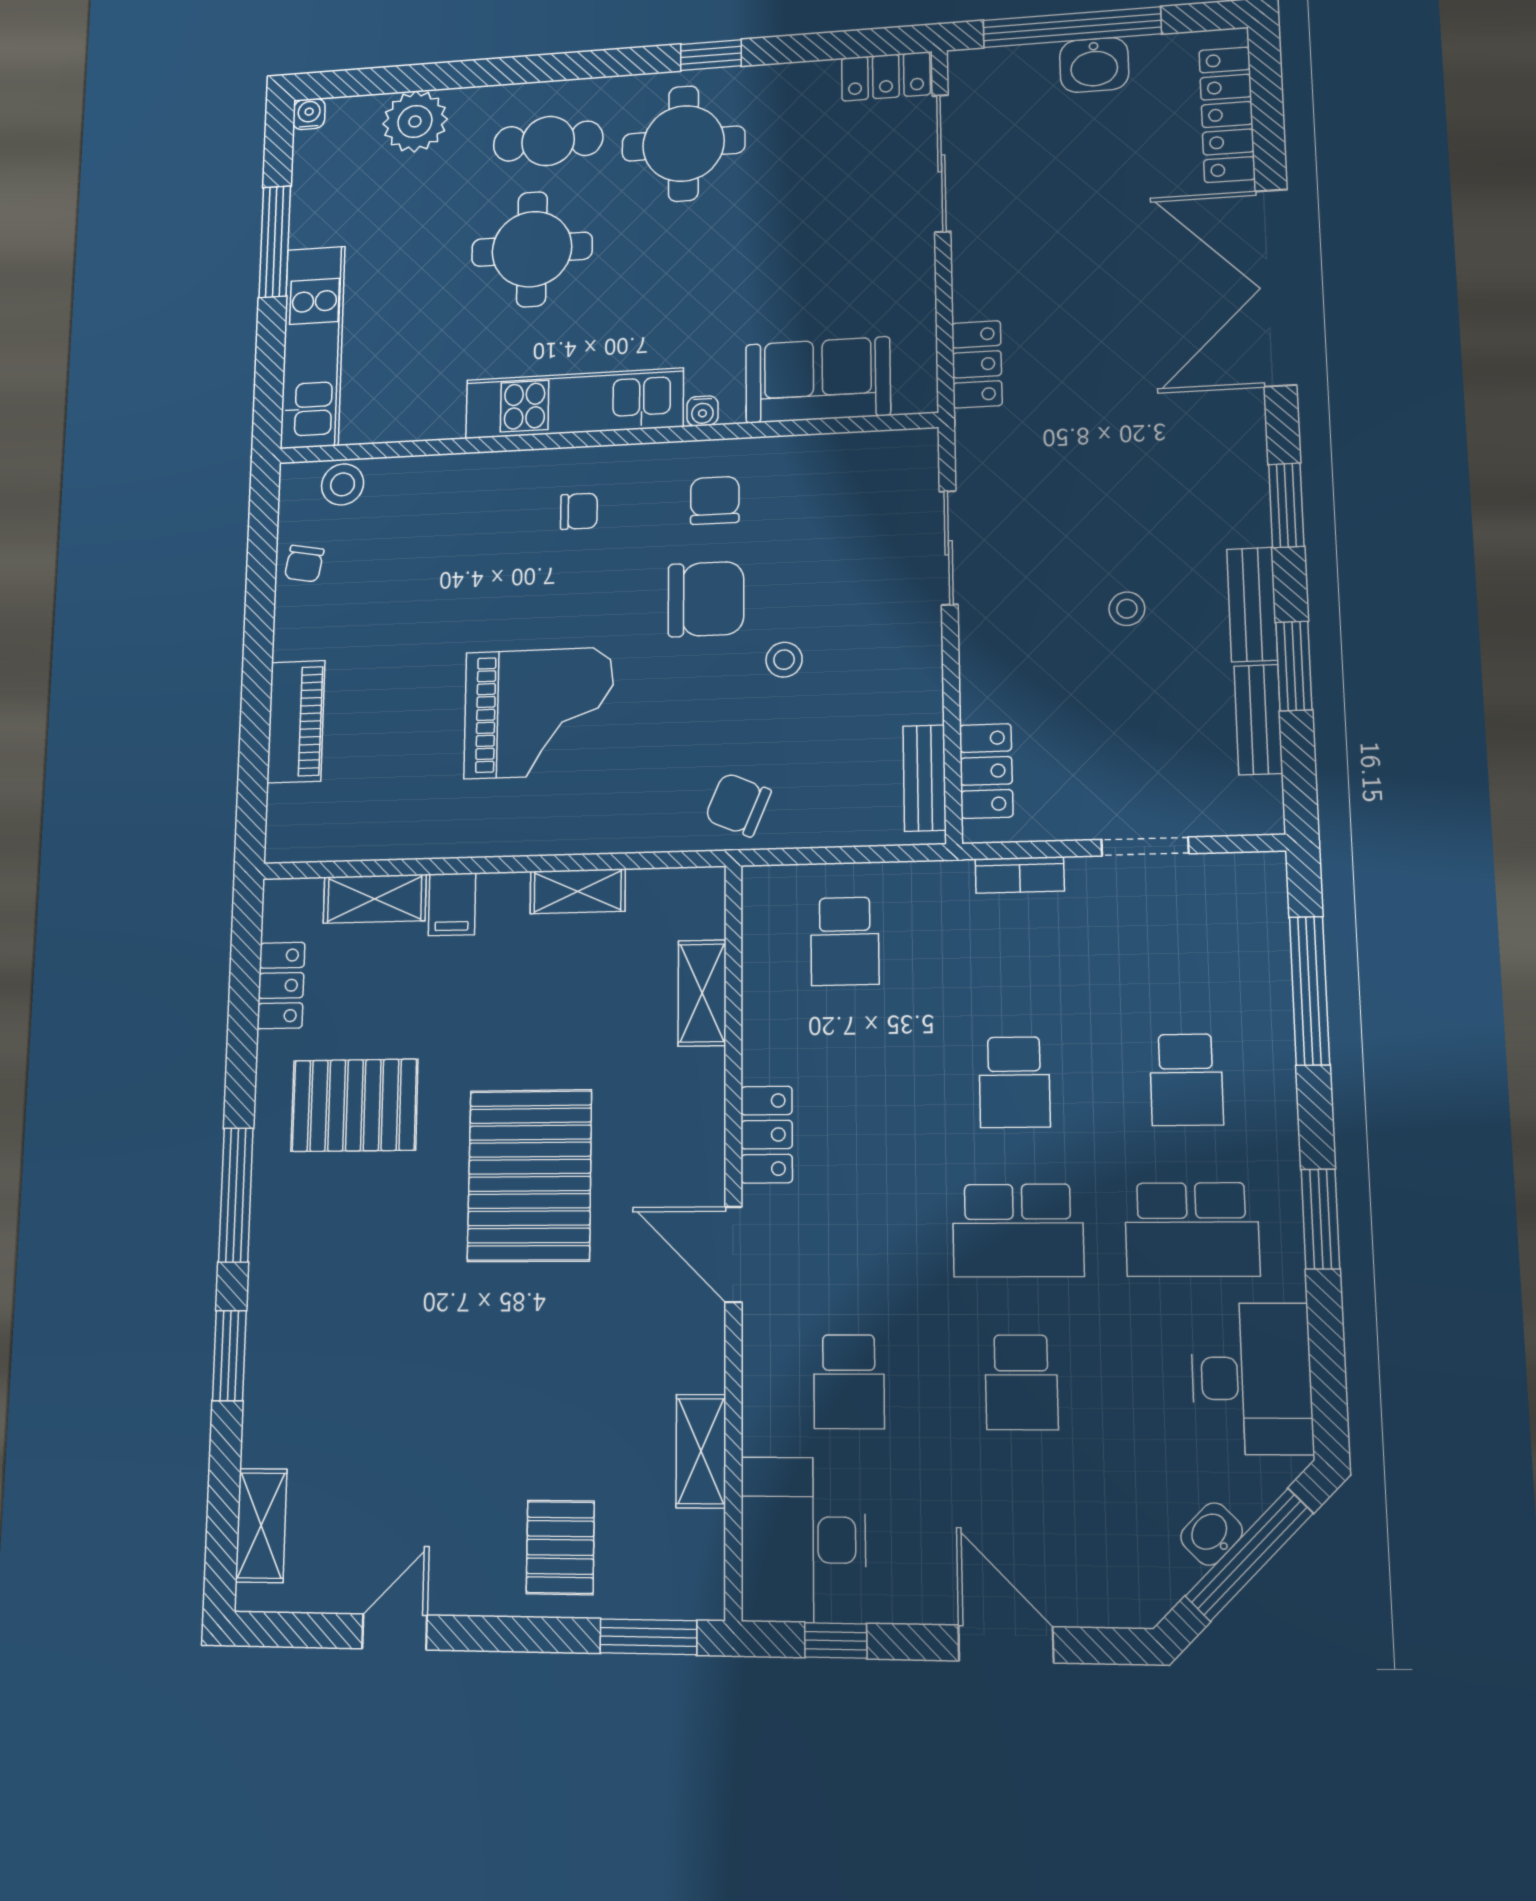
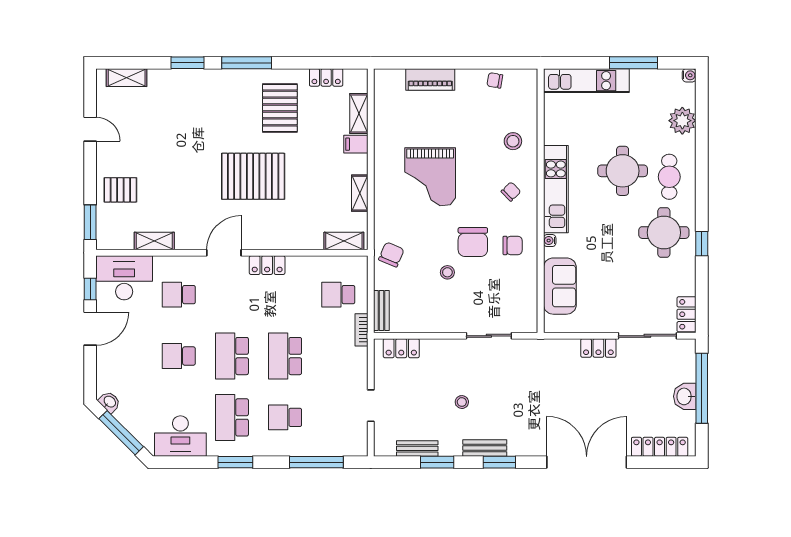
locker: (977, 364) -> (598, 348), moved
stool: (343, 484) -> (513, 141), moved
chair: (579, 511) -> (511, 192), turned -134
bench: (1252, 604) -> (485, 448), moved
bench: (924, 778) -> (381, 310), moved, turned 90
bookcase: (1020, 875) -> (361, 330), moved
shelving: (702, 993) -> (344, 241), moved
school desk: (1014, 1082) -> (285, 356), width x1.85
washbasin: (1212, 1534) -> (109, 402), moved
door: (1006, 1644) -> (90, 329), moved

